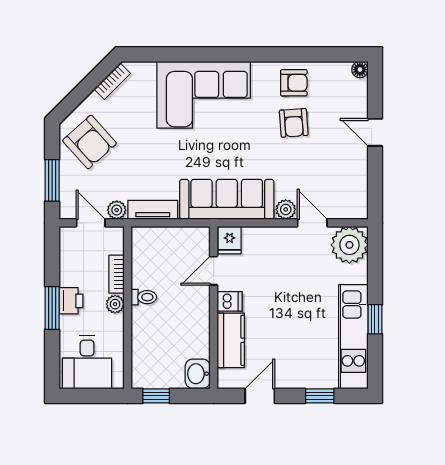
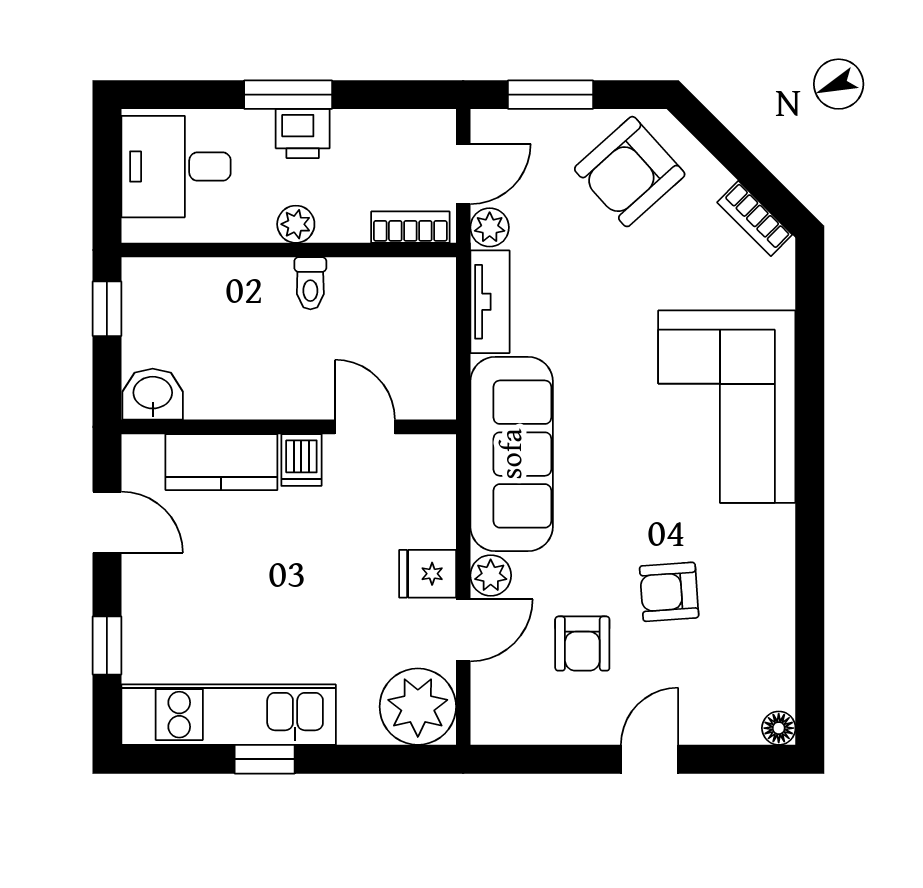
armchair: (294, 83) -> (582, 644), moved
fridge: (230, 240) -> (428, 574), moved
bookcase: (117, 274) -> (410, 227), moved

